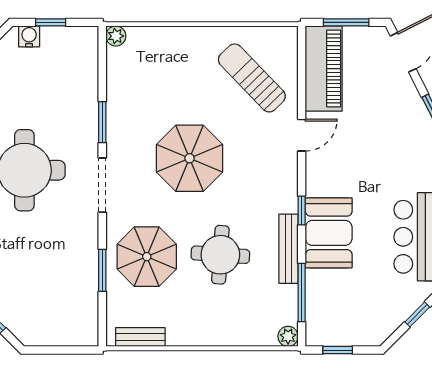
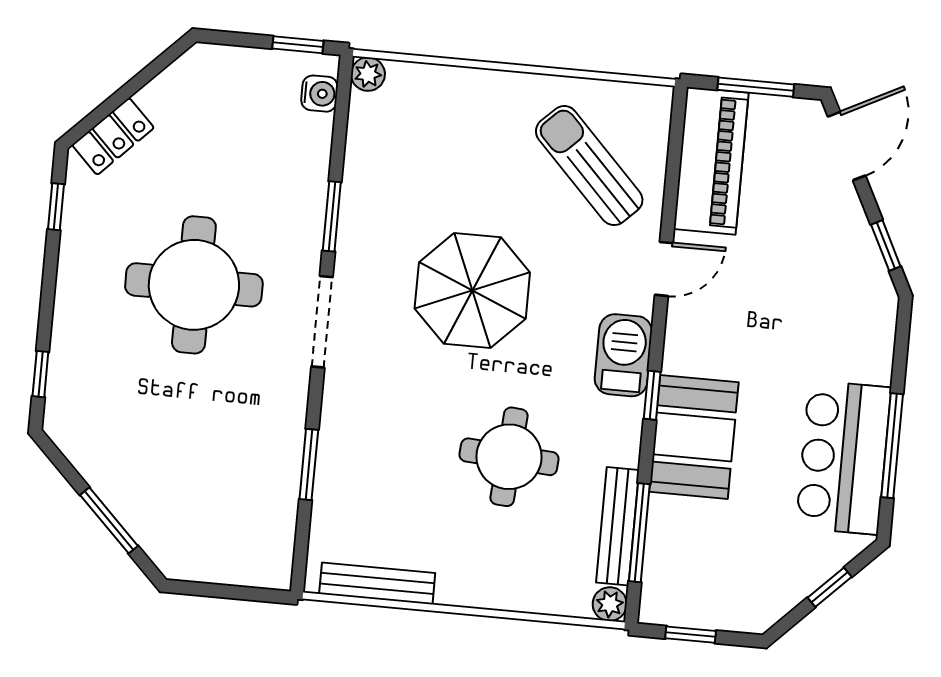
window: (51, 22) -> (298, 45), moved
water cooler: (29, 36) -> (319, 94), moved, turned 90
barbecue: (282, 188) -> (623, 355), added
bench: (288, 249) -> (618, 526), moved
parasol: (147, 257) -> (385, 449), removed
bench: (140, 337) -> (377, 584), width x1.36

